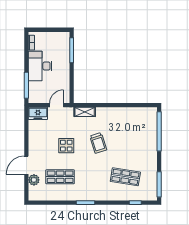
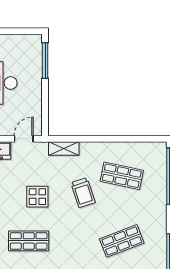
shop shelf: (125, 131) -> (122, 176), added
shop shelf: (125, 177) -> (122, 241), turned -30

